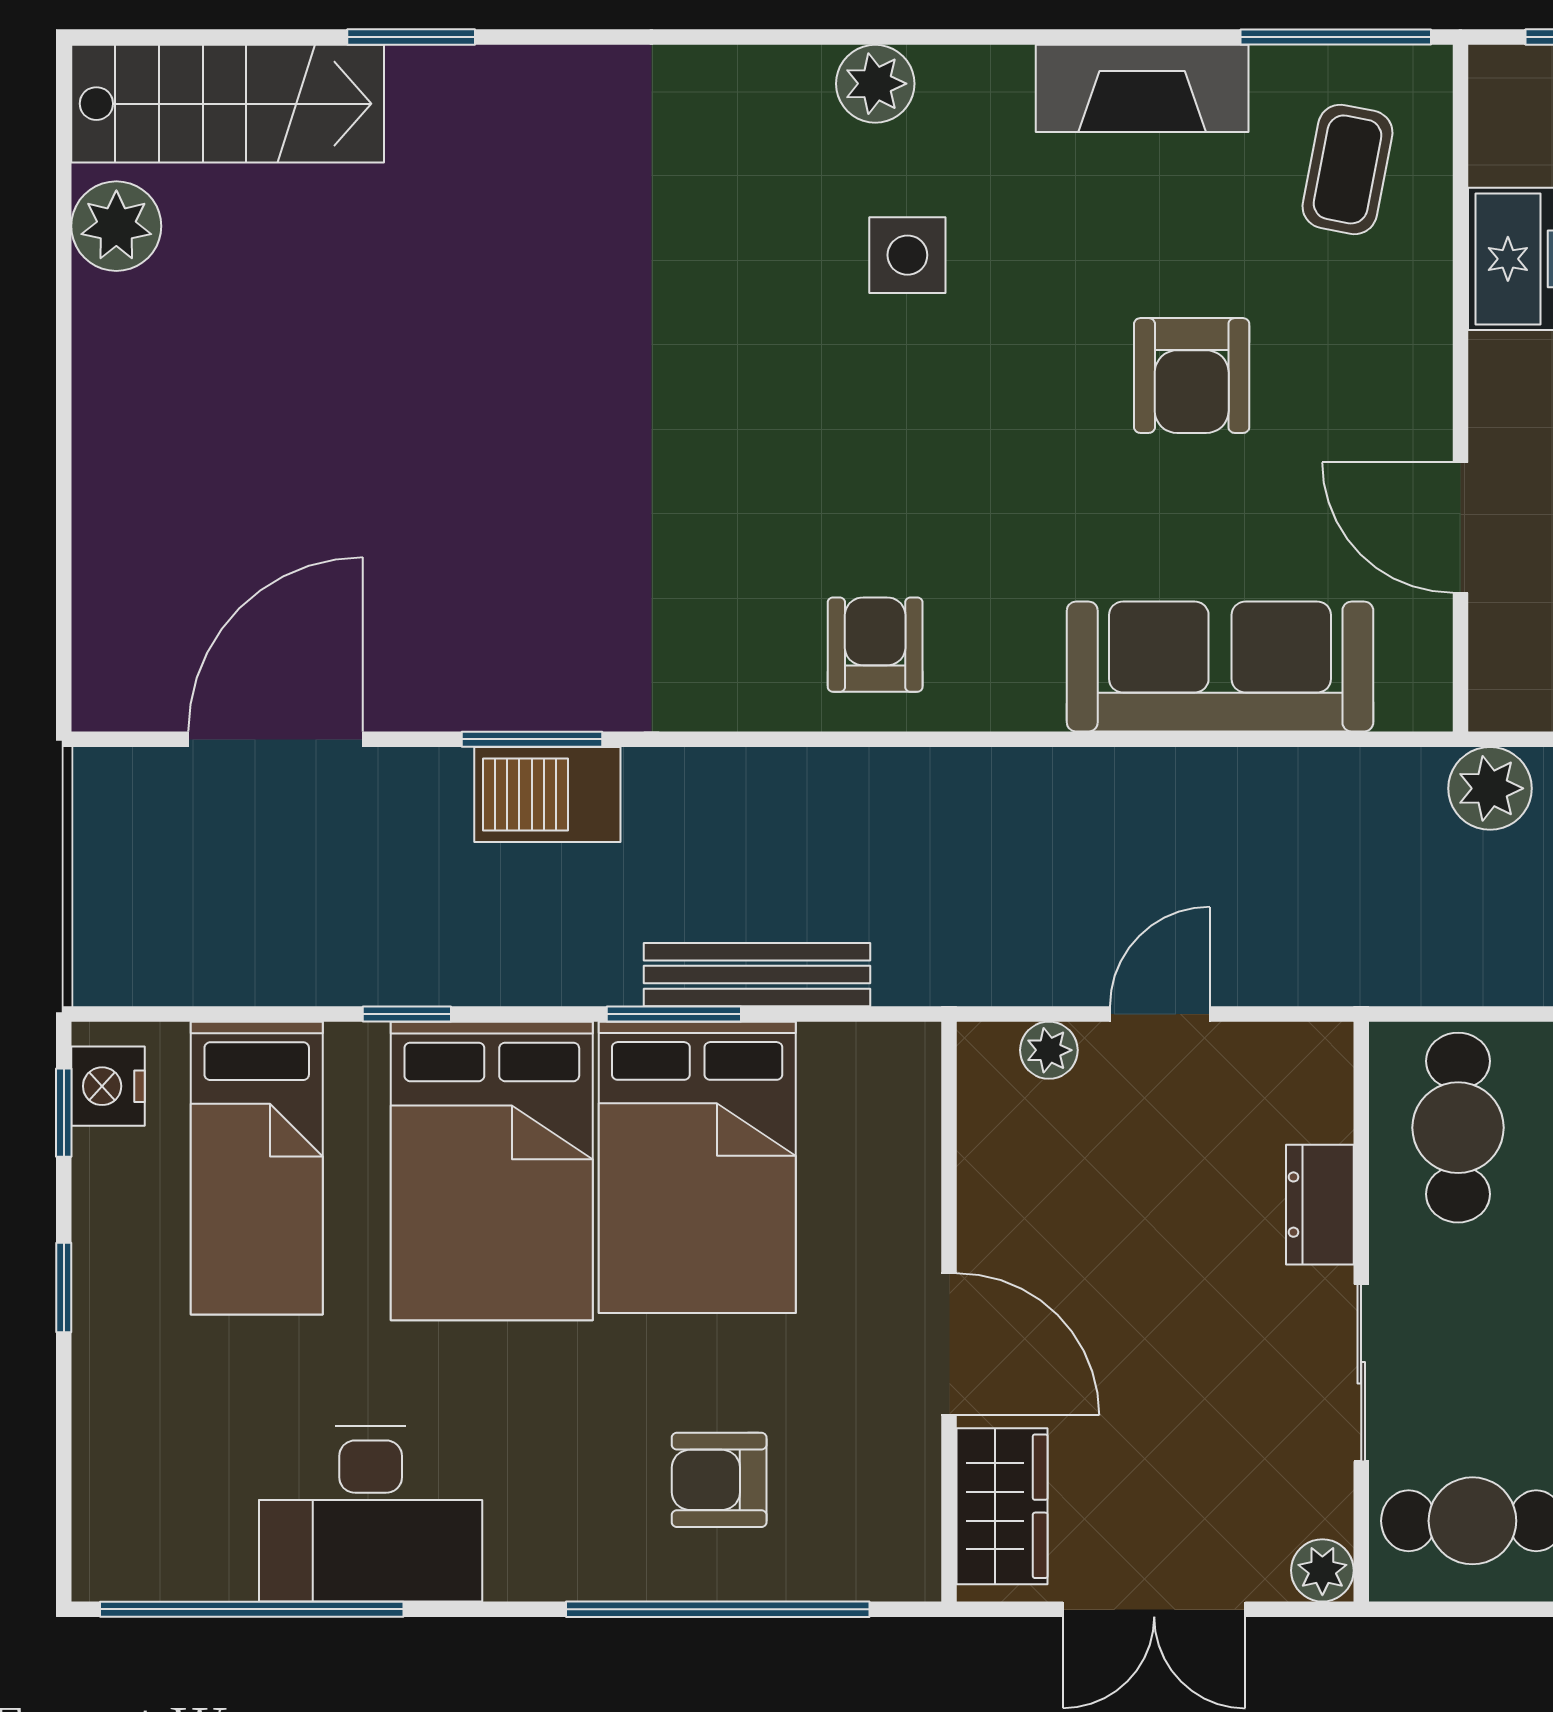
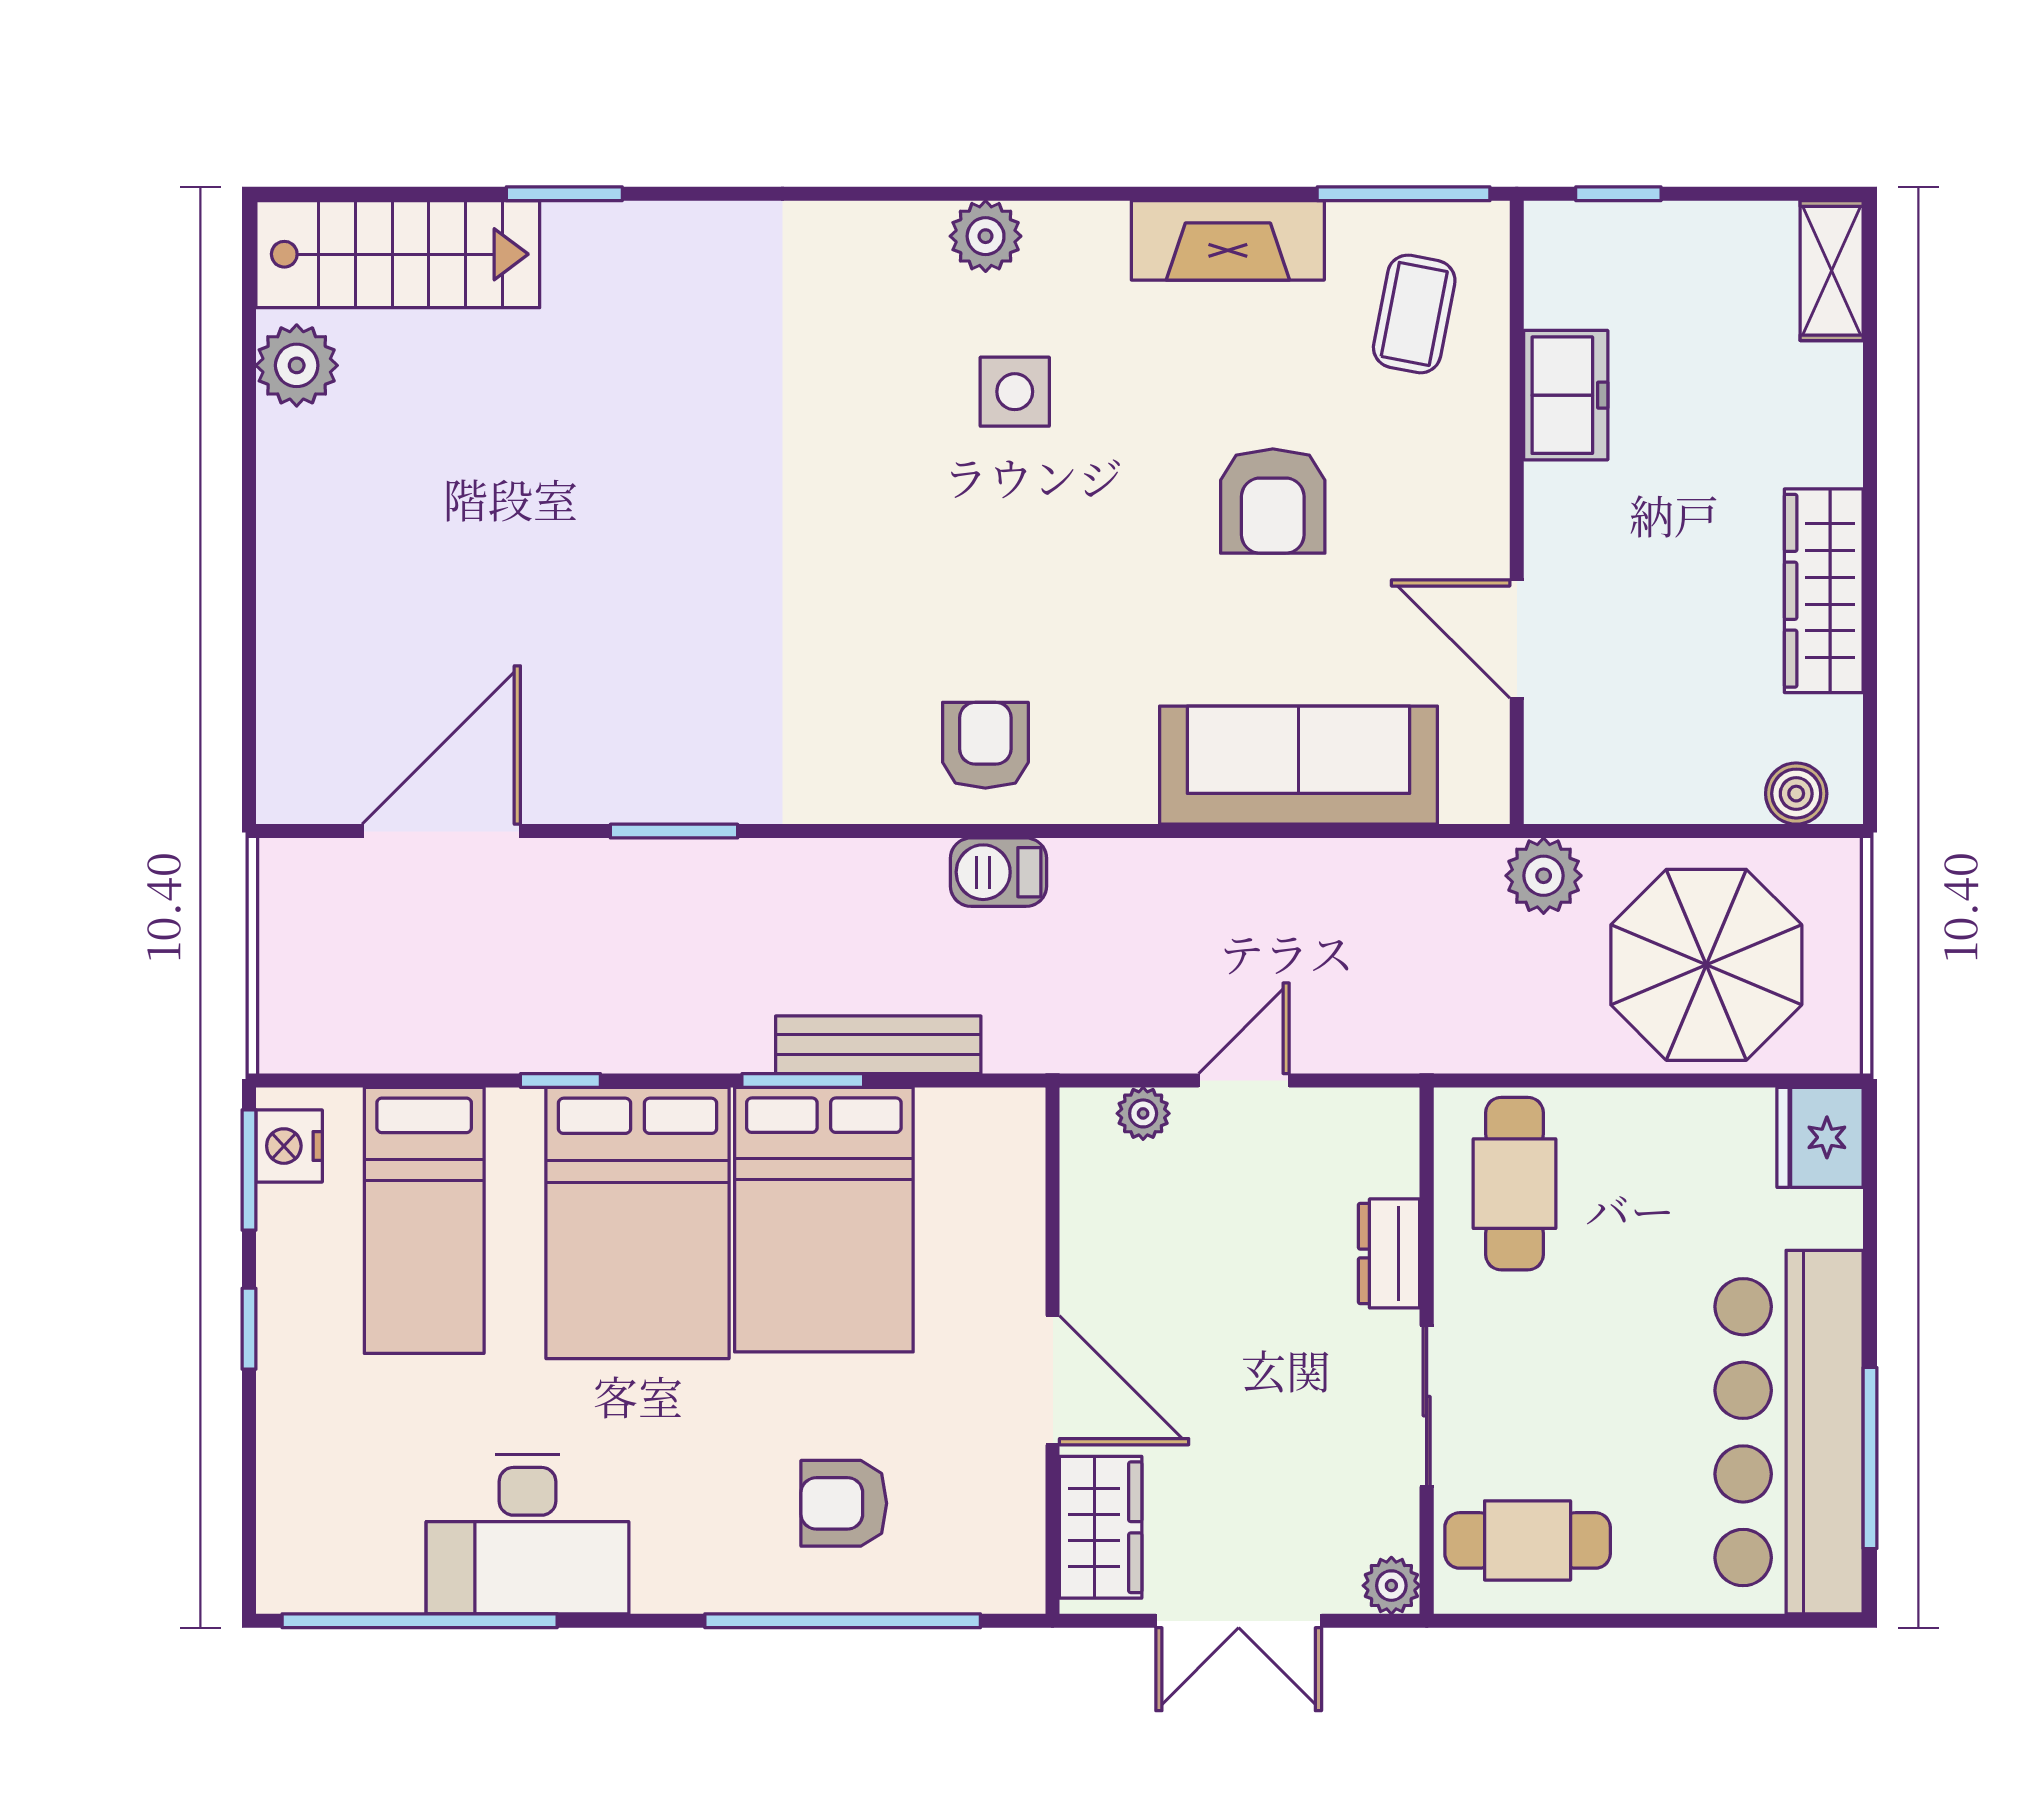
barbecue: (547, 794) -> (999, 872), moved, width x0.73, depth x0.79
window: (64, 1113) -> (249, 1170), width x1.50

